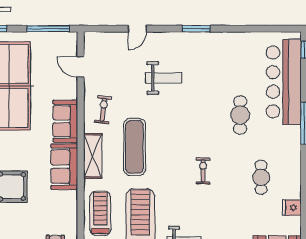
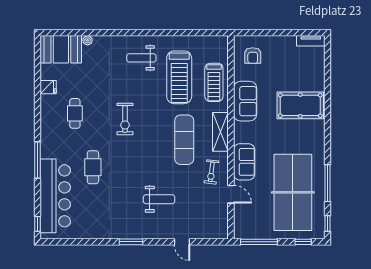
door: (137, 29) -> (182, 242), swing flipped
door: (81, 67) -> (231, 194), moved
weight bench: (164, 78) -> (159, 199), turned 180
sofa: (64, 167) -> (245, 101), moved
exercise bike: (203, 171) -> (125, 119), width x1.38, depth x1.39

